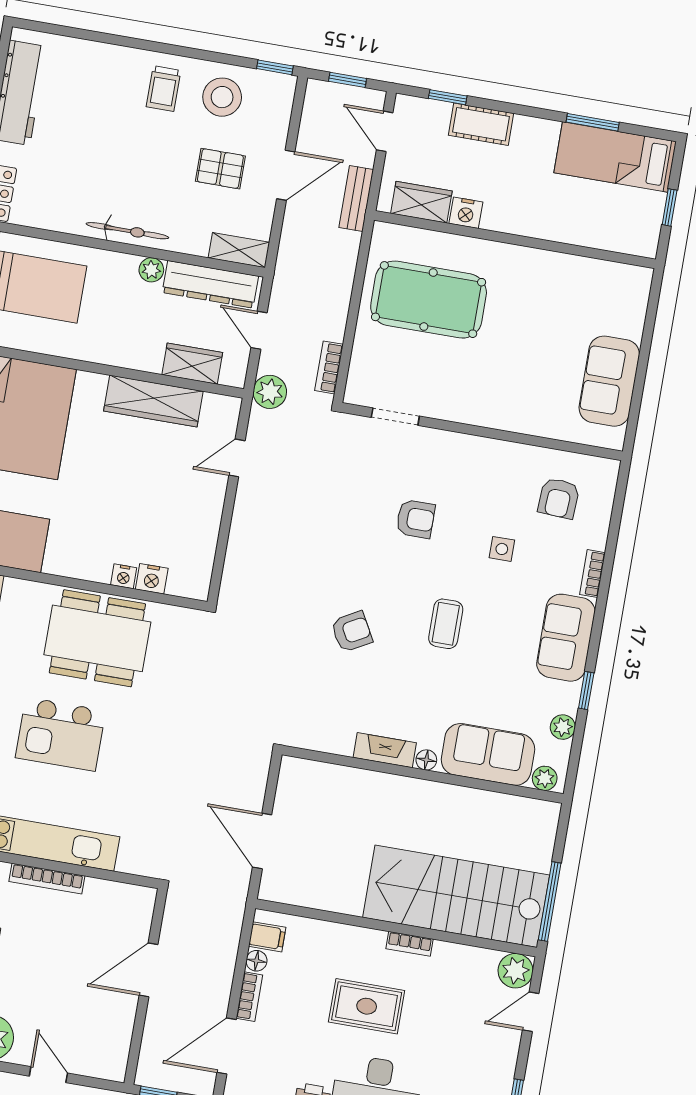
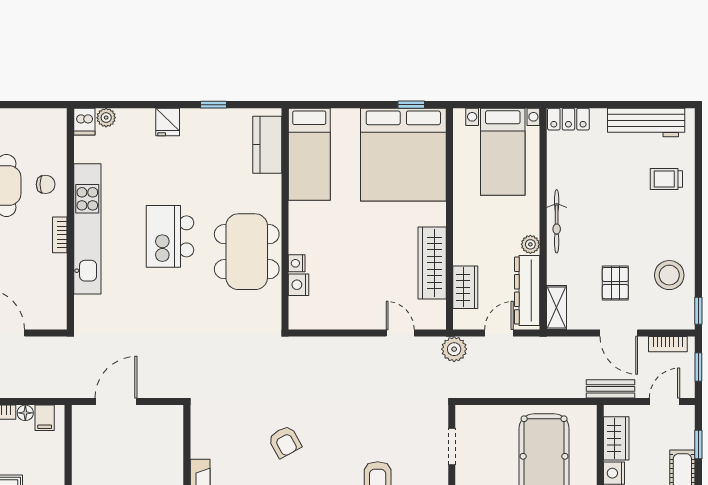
trolley: (164, 89) -> (666, 179), moved
bookcase: (329, 367) -> (668, 344), moved, turned 180
bookcase: (47, 879) -> (60, 235), width x0.64

